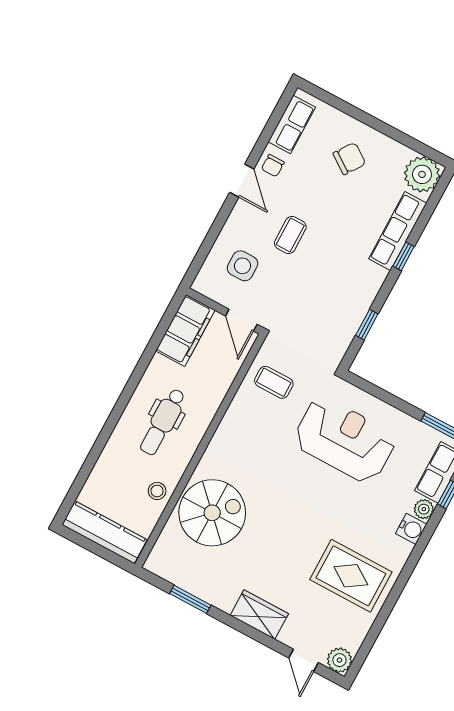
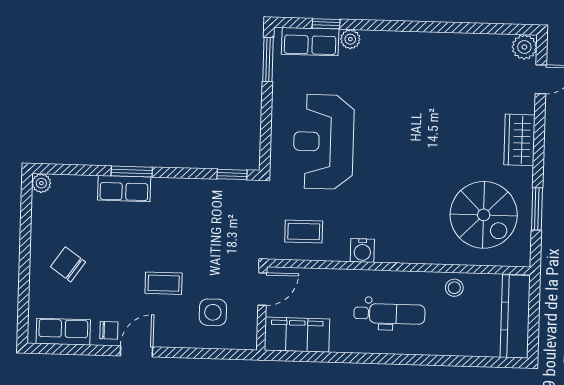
plant: (422, 174) -> (41, 183), width x0.53, depth x0.53
row of seats: (398, 231) -> (124, 189), width x0.68
window: (404, 256) -> (132, 171), width x1.50
window: (367, 325) -> (232, 174), moved
coffee table: (274, 382) -> (304, 232), turned 90
spiral stairs: (212, 513) -> (484, 215), moved, turned 180
water cooler: (411, 529) -> (362, 250), moved, turned 180
rug: (351, 576) -> (443, 75), removed

